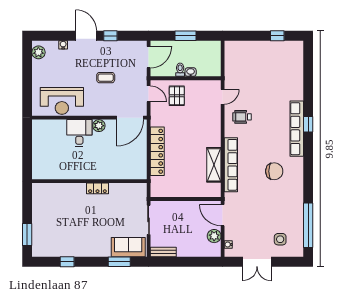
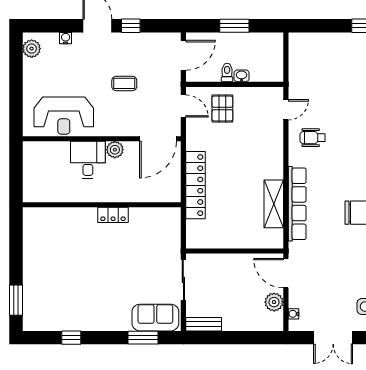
wall: (89, 181) -> (102, 205), moved
locker: (97, 188) -> (113, 215), moved

